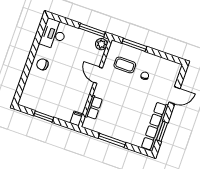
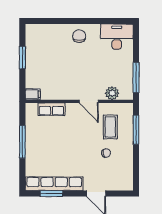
plant: (101, 44) -> (112, 93), moved
door: (98, 75) -> (89, 101), swing flipped

